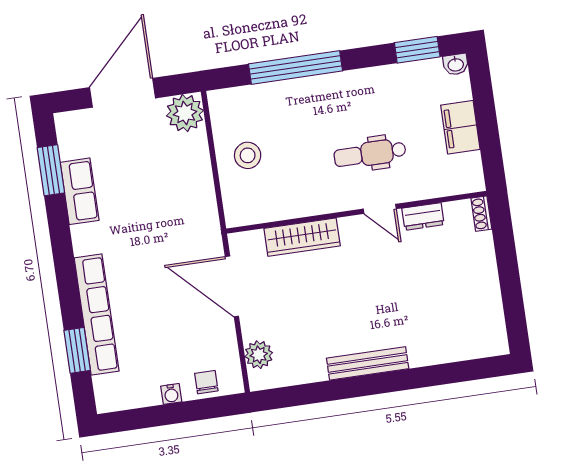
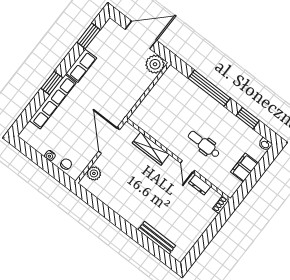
window: (417, 50) -> (248, 118), moved
stool: (248, 155) -> (161, 101), removed
row of seats: (80, 191) -> (81, 66), moved
window: (77, 350) -> (52, 83), moved
bench: (368, 363) -> (157, 238), moved

